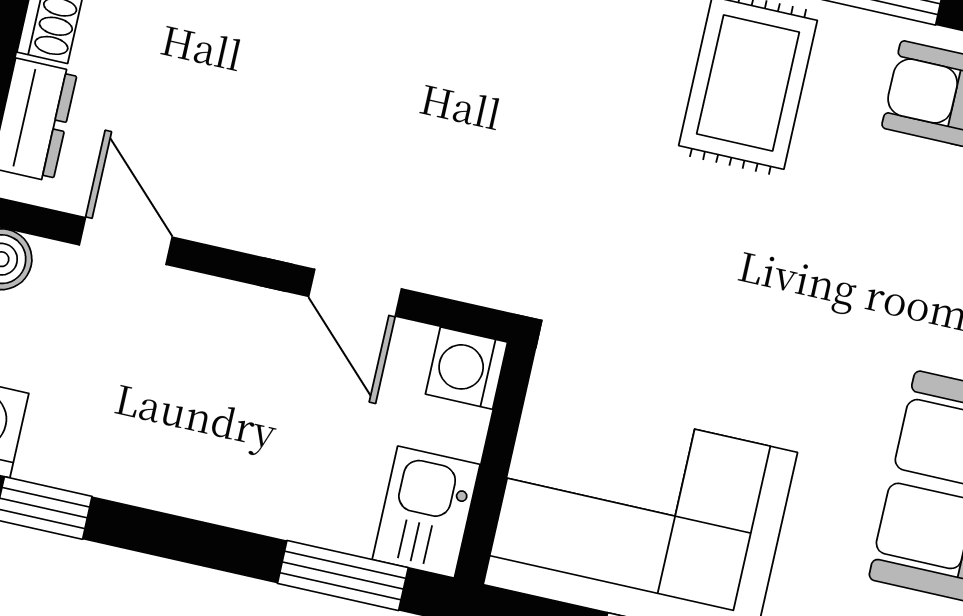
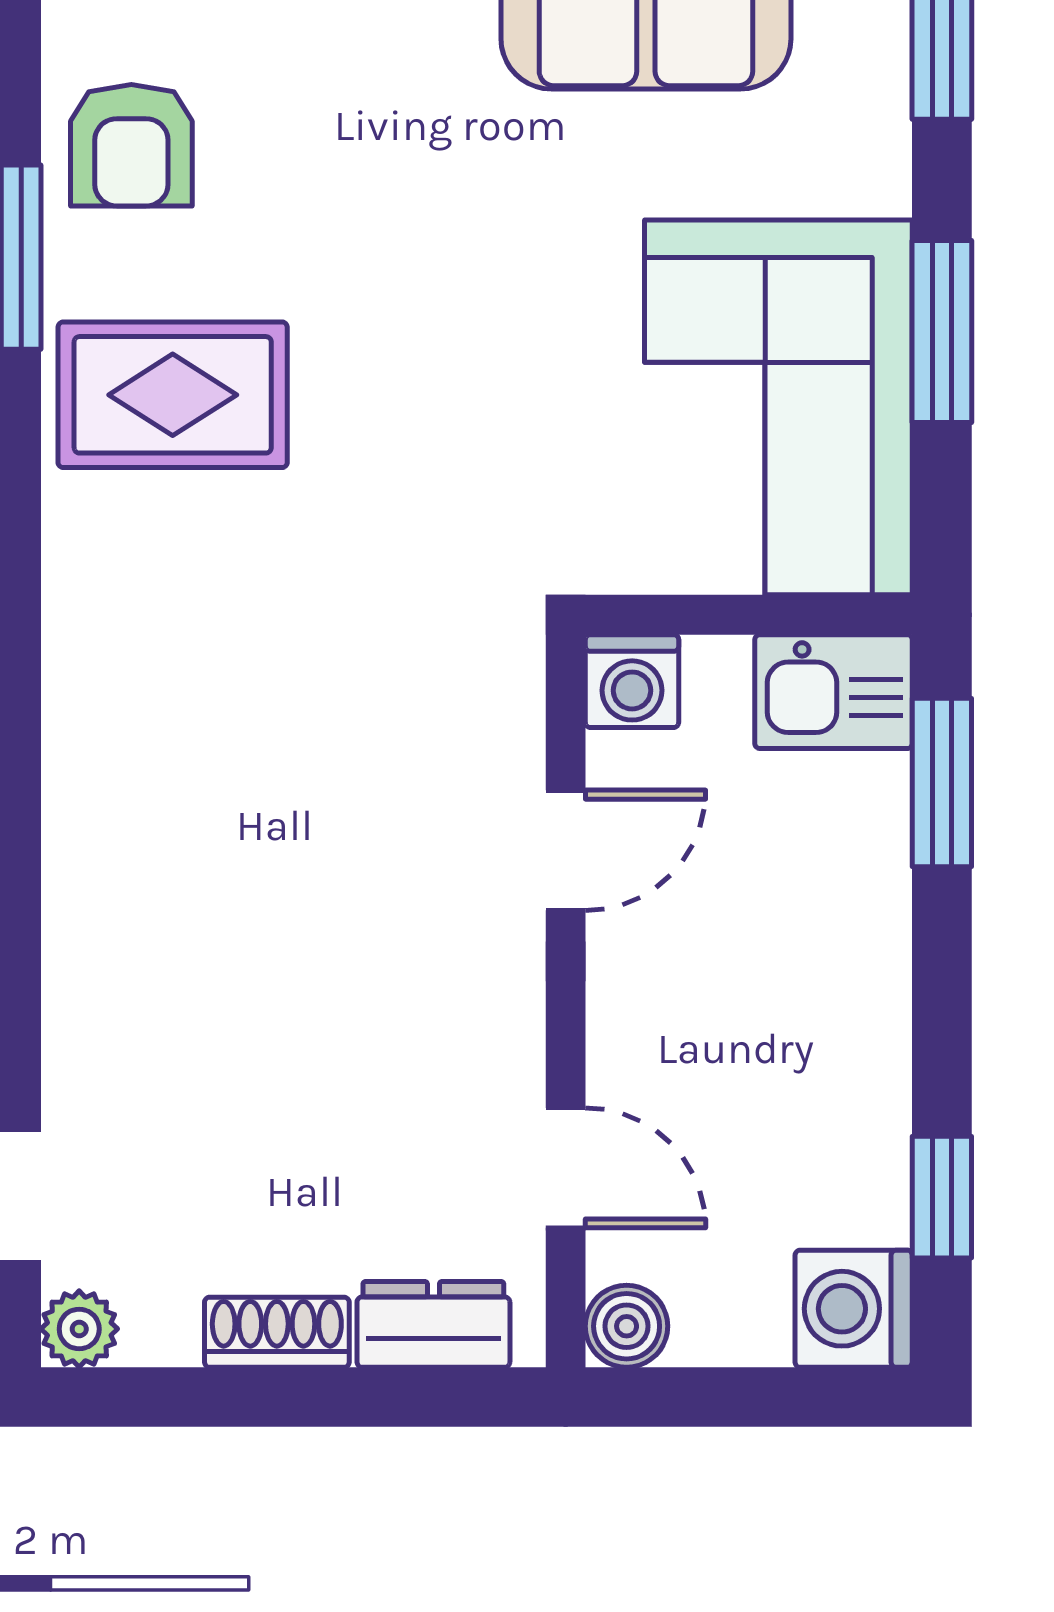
door: (126, 241) -> (566, 1168), swing flipped

